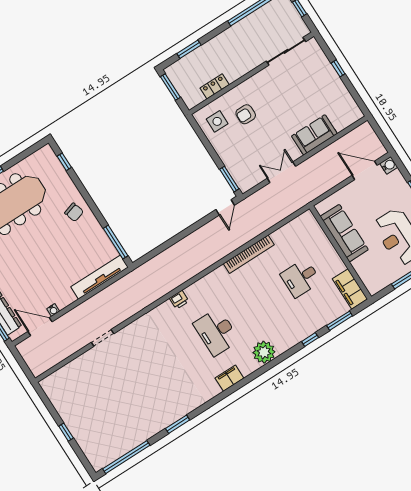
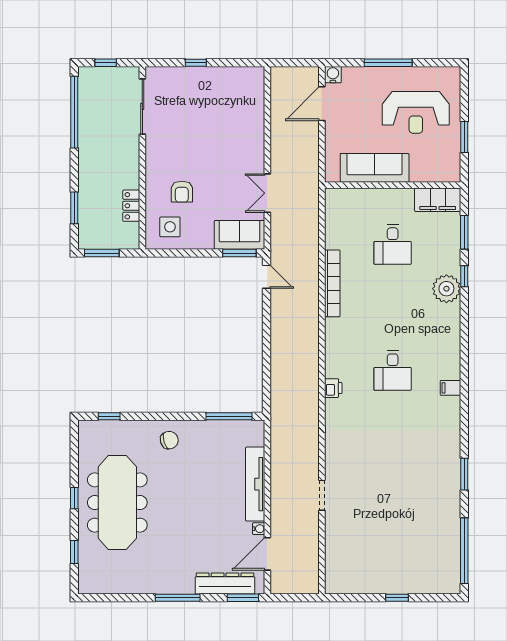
sofa: (314, 135) -> (240, 235), moved, turned 90
tv unit: (100, 277) -> (255, 484), moved
desk: (216, 332) -> (393, 371), width x0.73
plant: (264, 352) -> (446, 289), moved
filing cabinet: (229, 378) -> (451, 388), width x0.50

